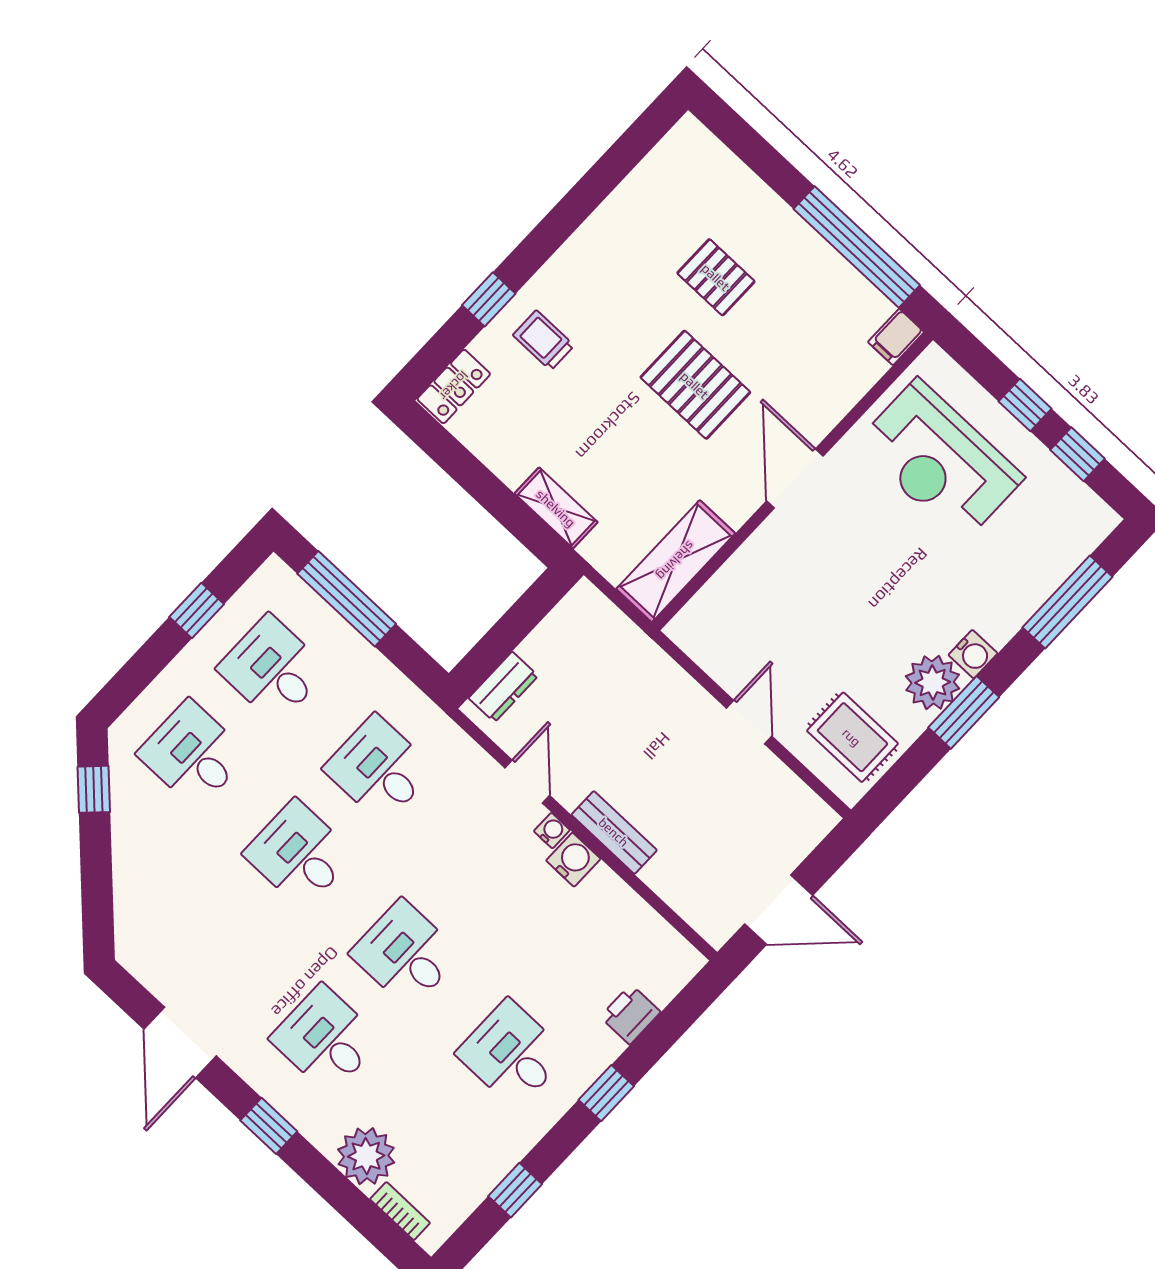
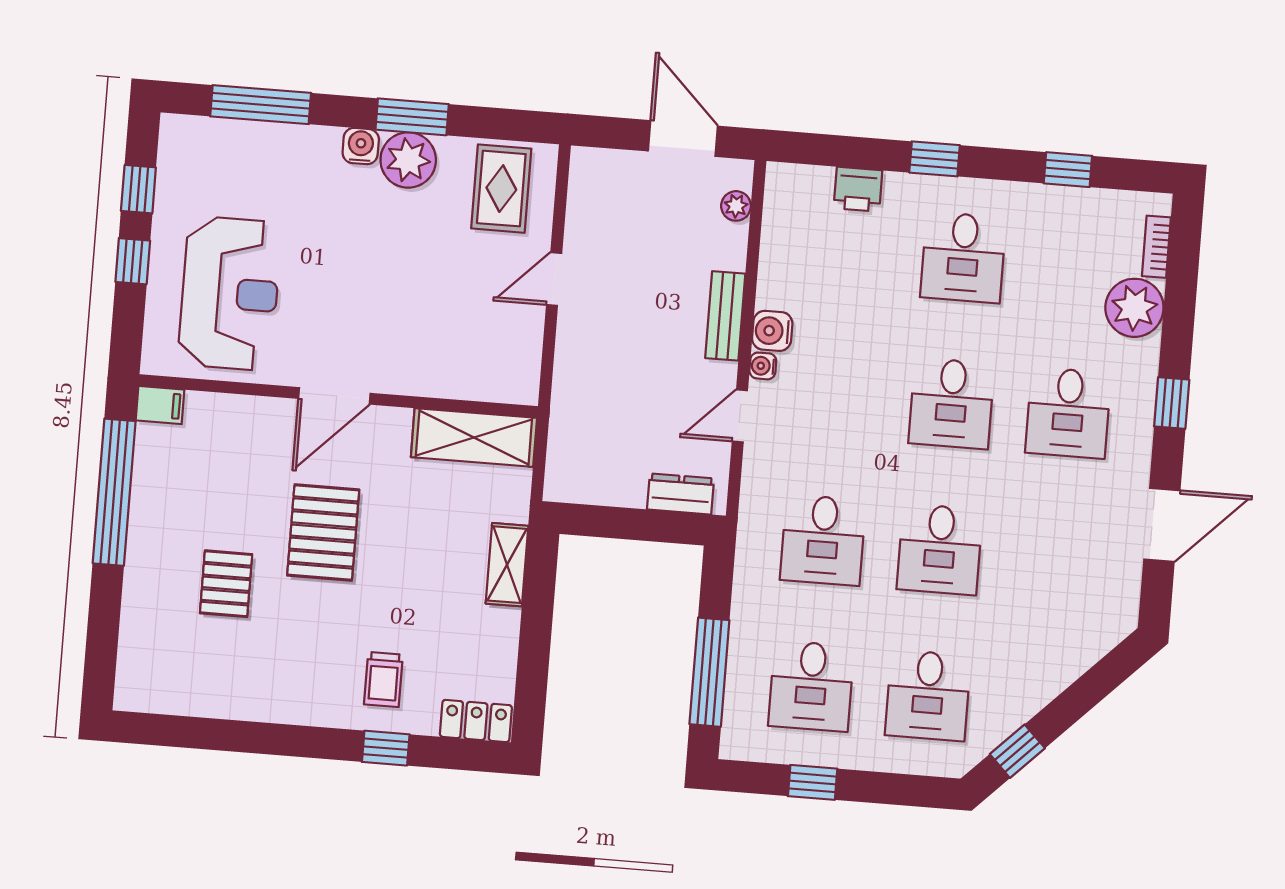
plant: (693, 909) -> (736, 206), added

